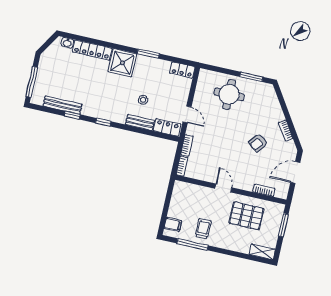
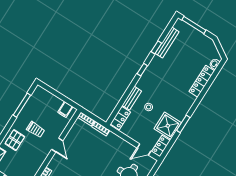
shower: (122, 63) -> (168, 126), moved
door: (187, 115) -> (144, 149), moved
door: (223, 188) -> (57, 145), hinge flipped
pallet: (246, 216) -> (15, 140), moved, width x0.67, depth x0.71
filing cabinet: (173, 225) -> (65, 110), moved
trolley: (203, 229) -> (36, 130), moved

